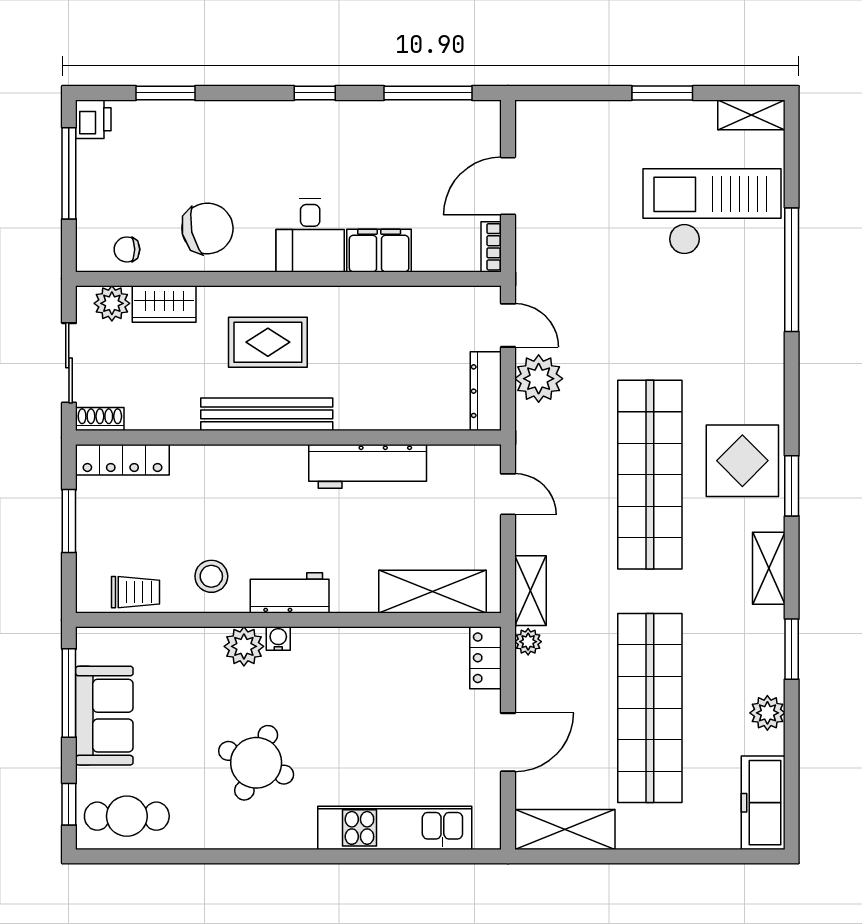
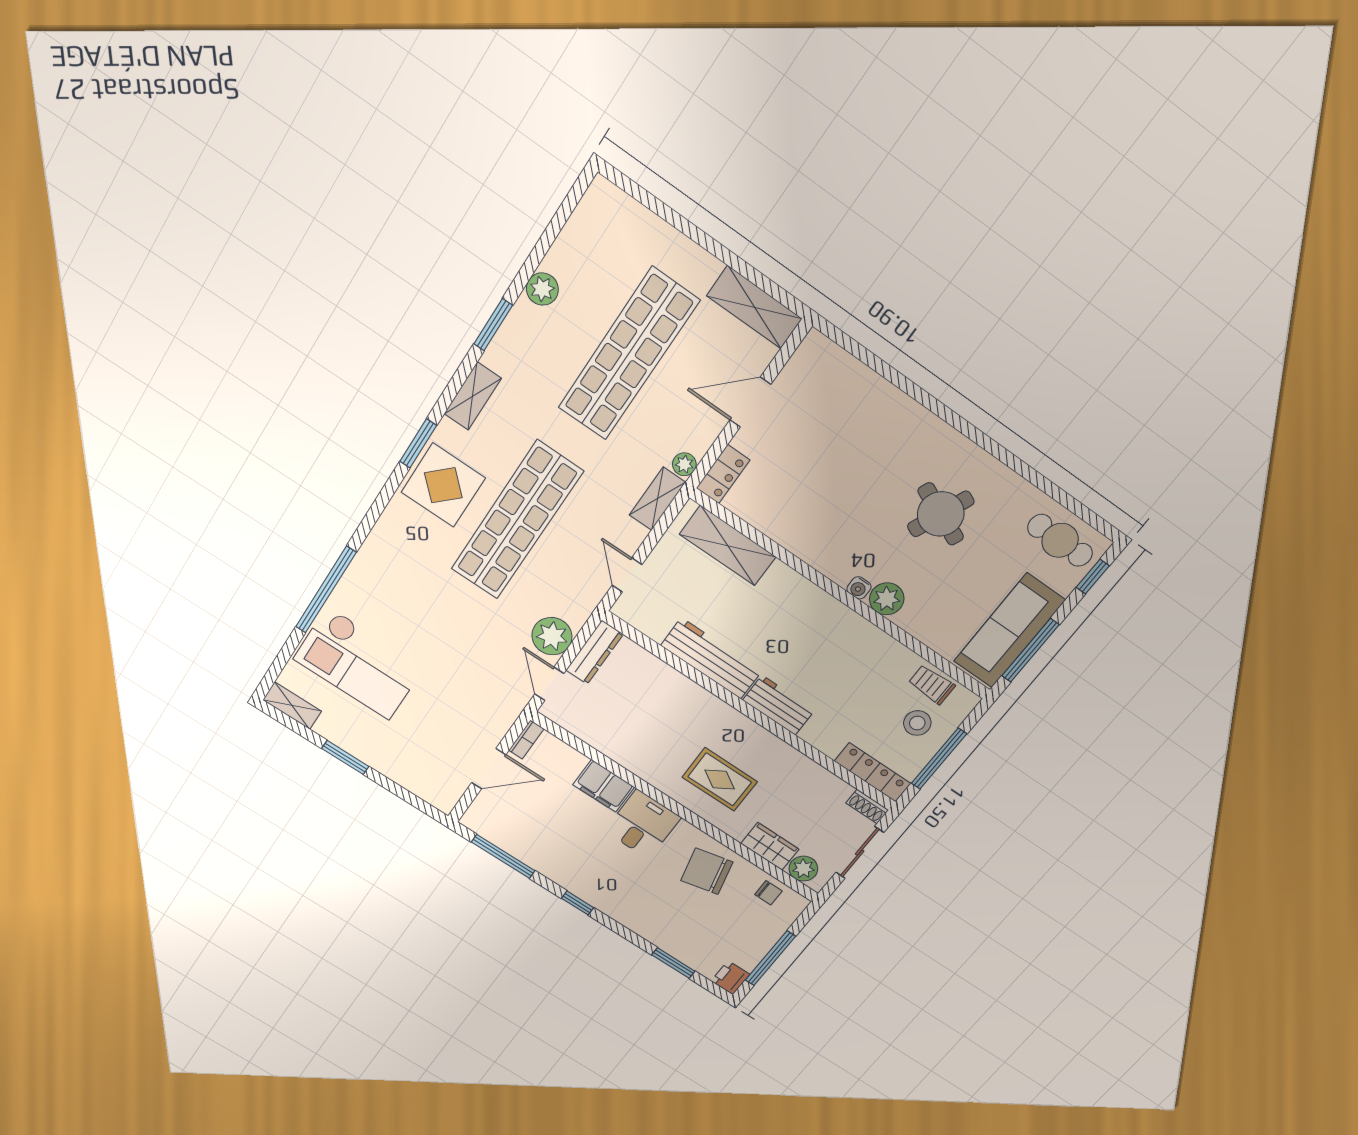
bench: (267, 414) -> (755, 736), removed
window: (69, 521) -> (939, 759), width x1.44
stool: (211, 576) -> (917, 723), moved
workbench: (290, 593) -> (779, 705), moved, turned 180
sofa: (104, 716) -> (1009, 631), width x1.36
freezer: (763, 803) -> (590, 221), removed
kitchen unit: (395, 828) -> (878, 398), removed

